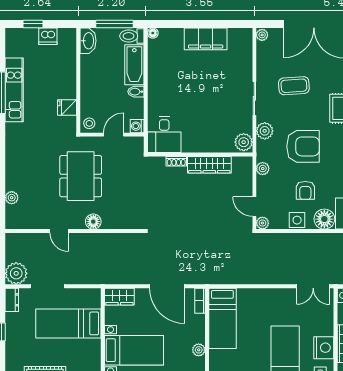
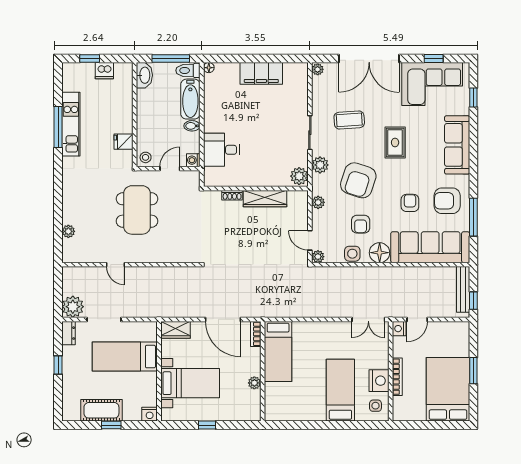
desk: (164, 135) -> (221, 150), moved, turned 90
armchair: (303, 146) -> (358, 180), turned 108
floor lamp: (93, 222) -> (150, 255), removed

